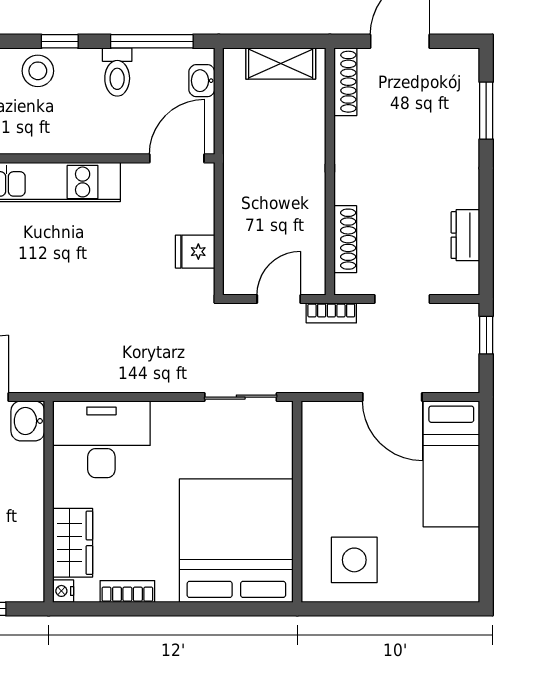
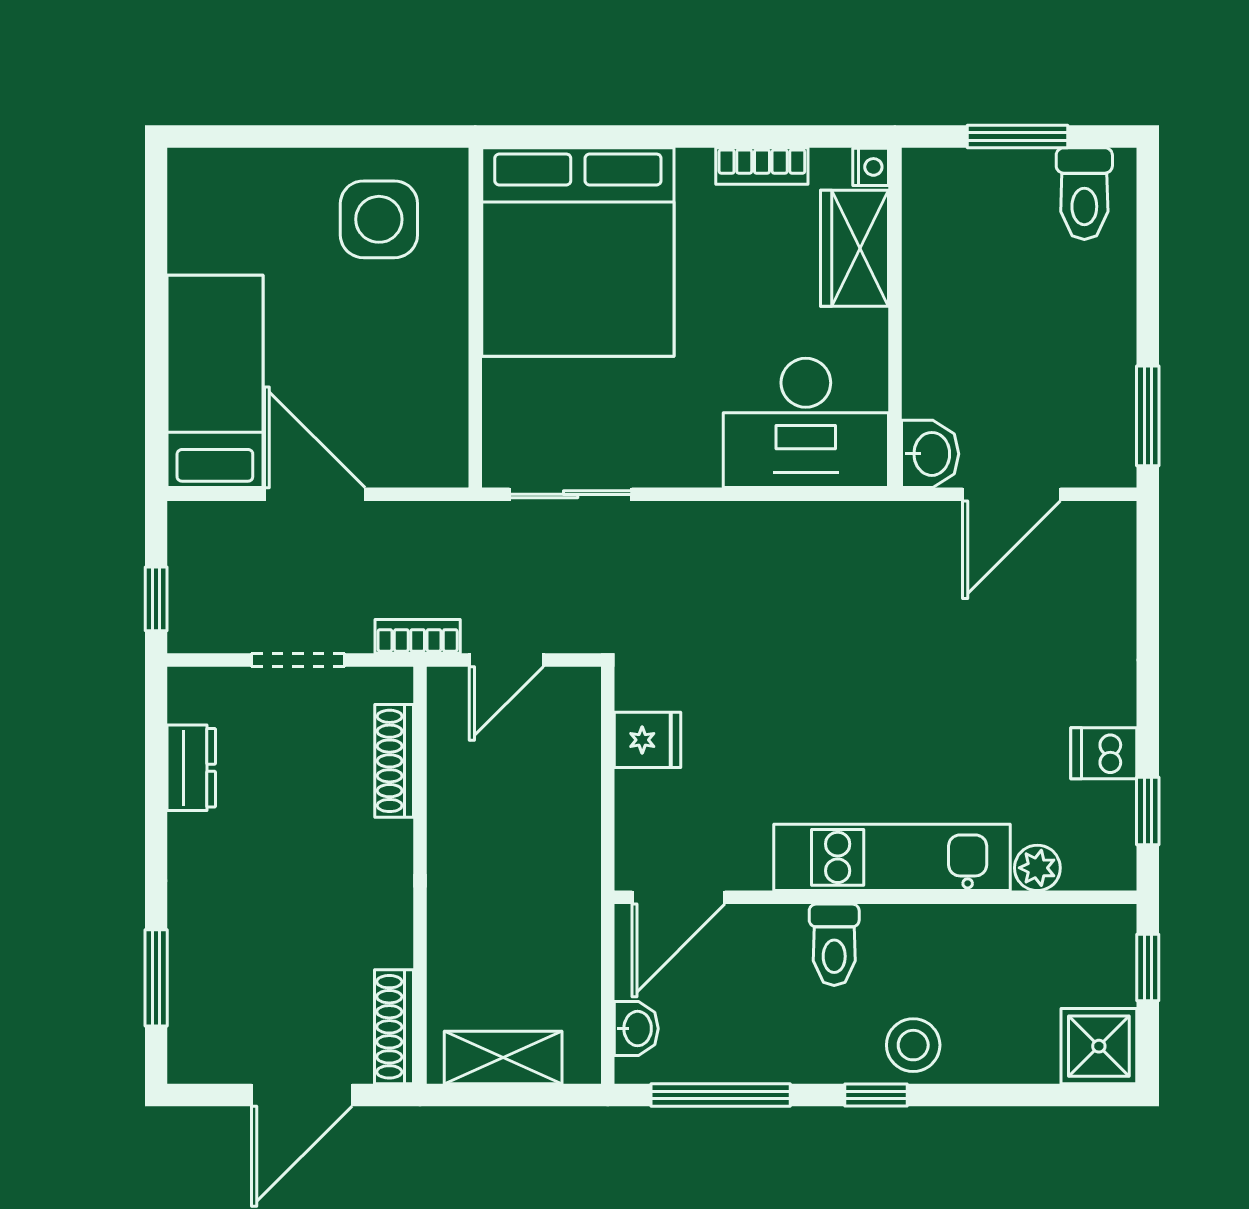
toilet: (117, 72) -> (834, 945), moved, turned 180

